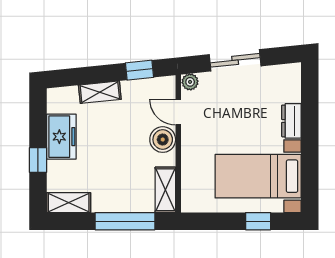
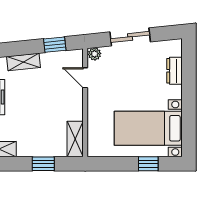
dresser: (291, 121) -> (174, 71), moved
boiler: (163, 140) -> (73, 99), removed
window: (125, 221) -> (43, 164), width x0.46

